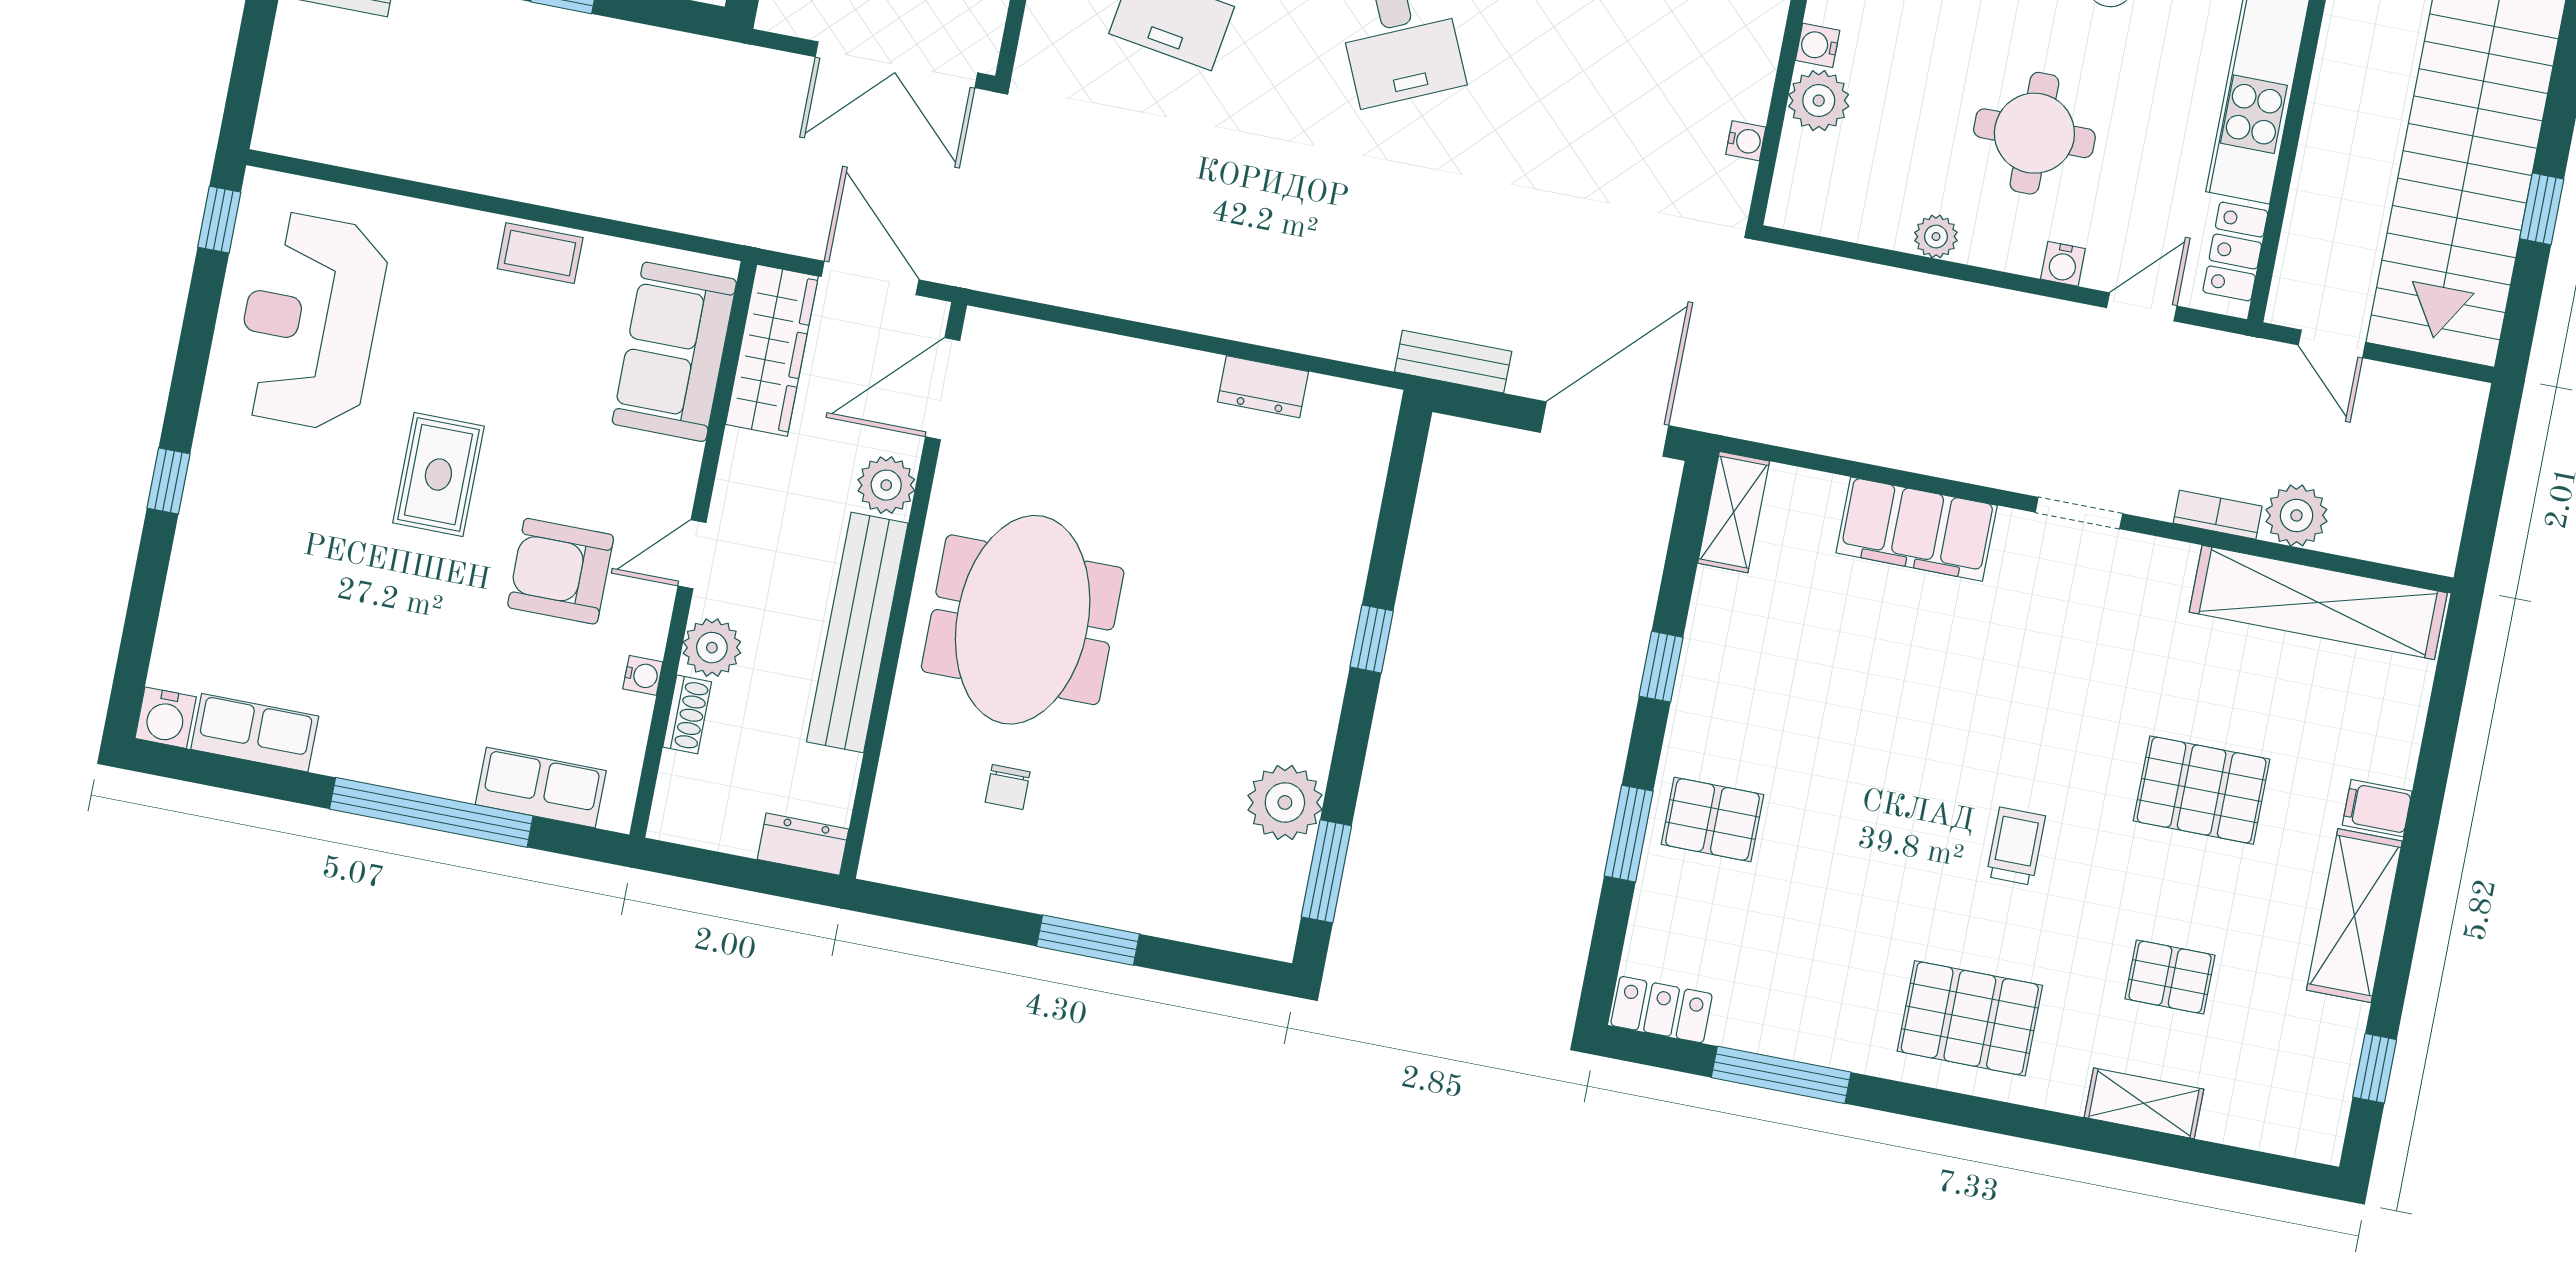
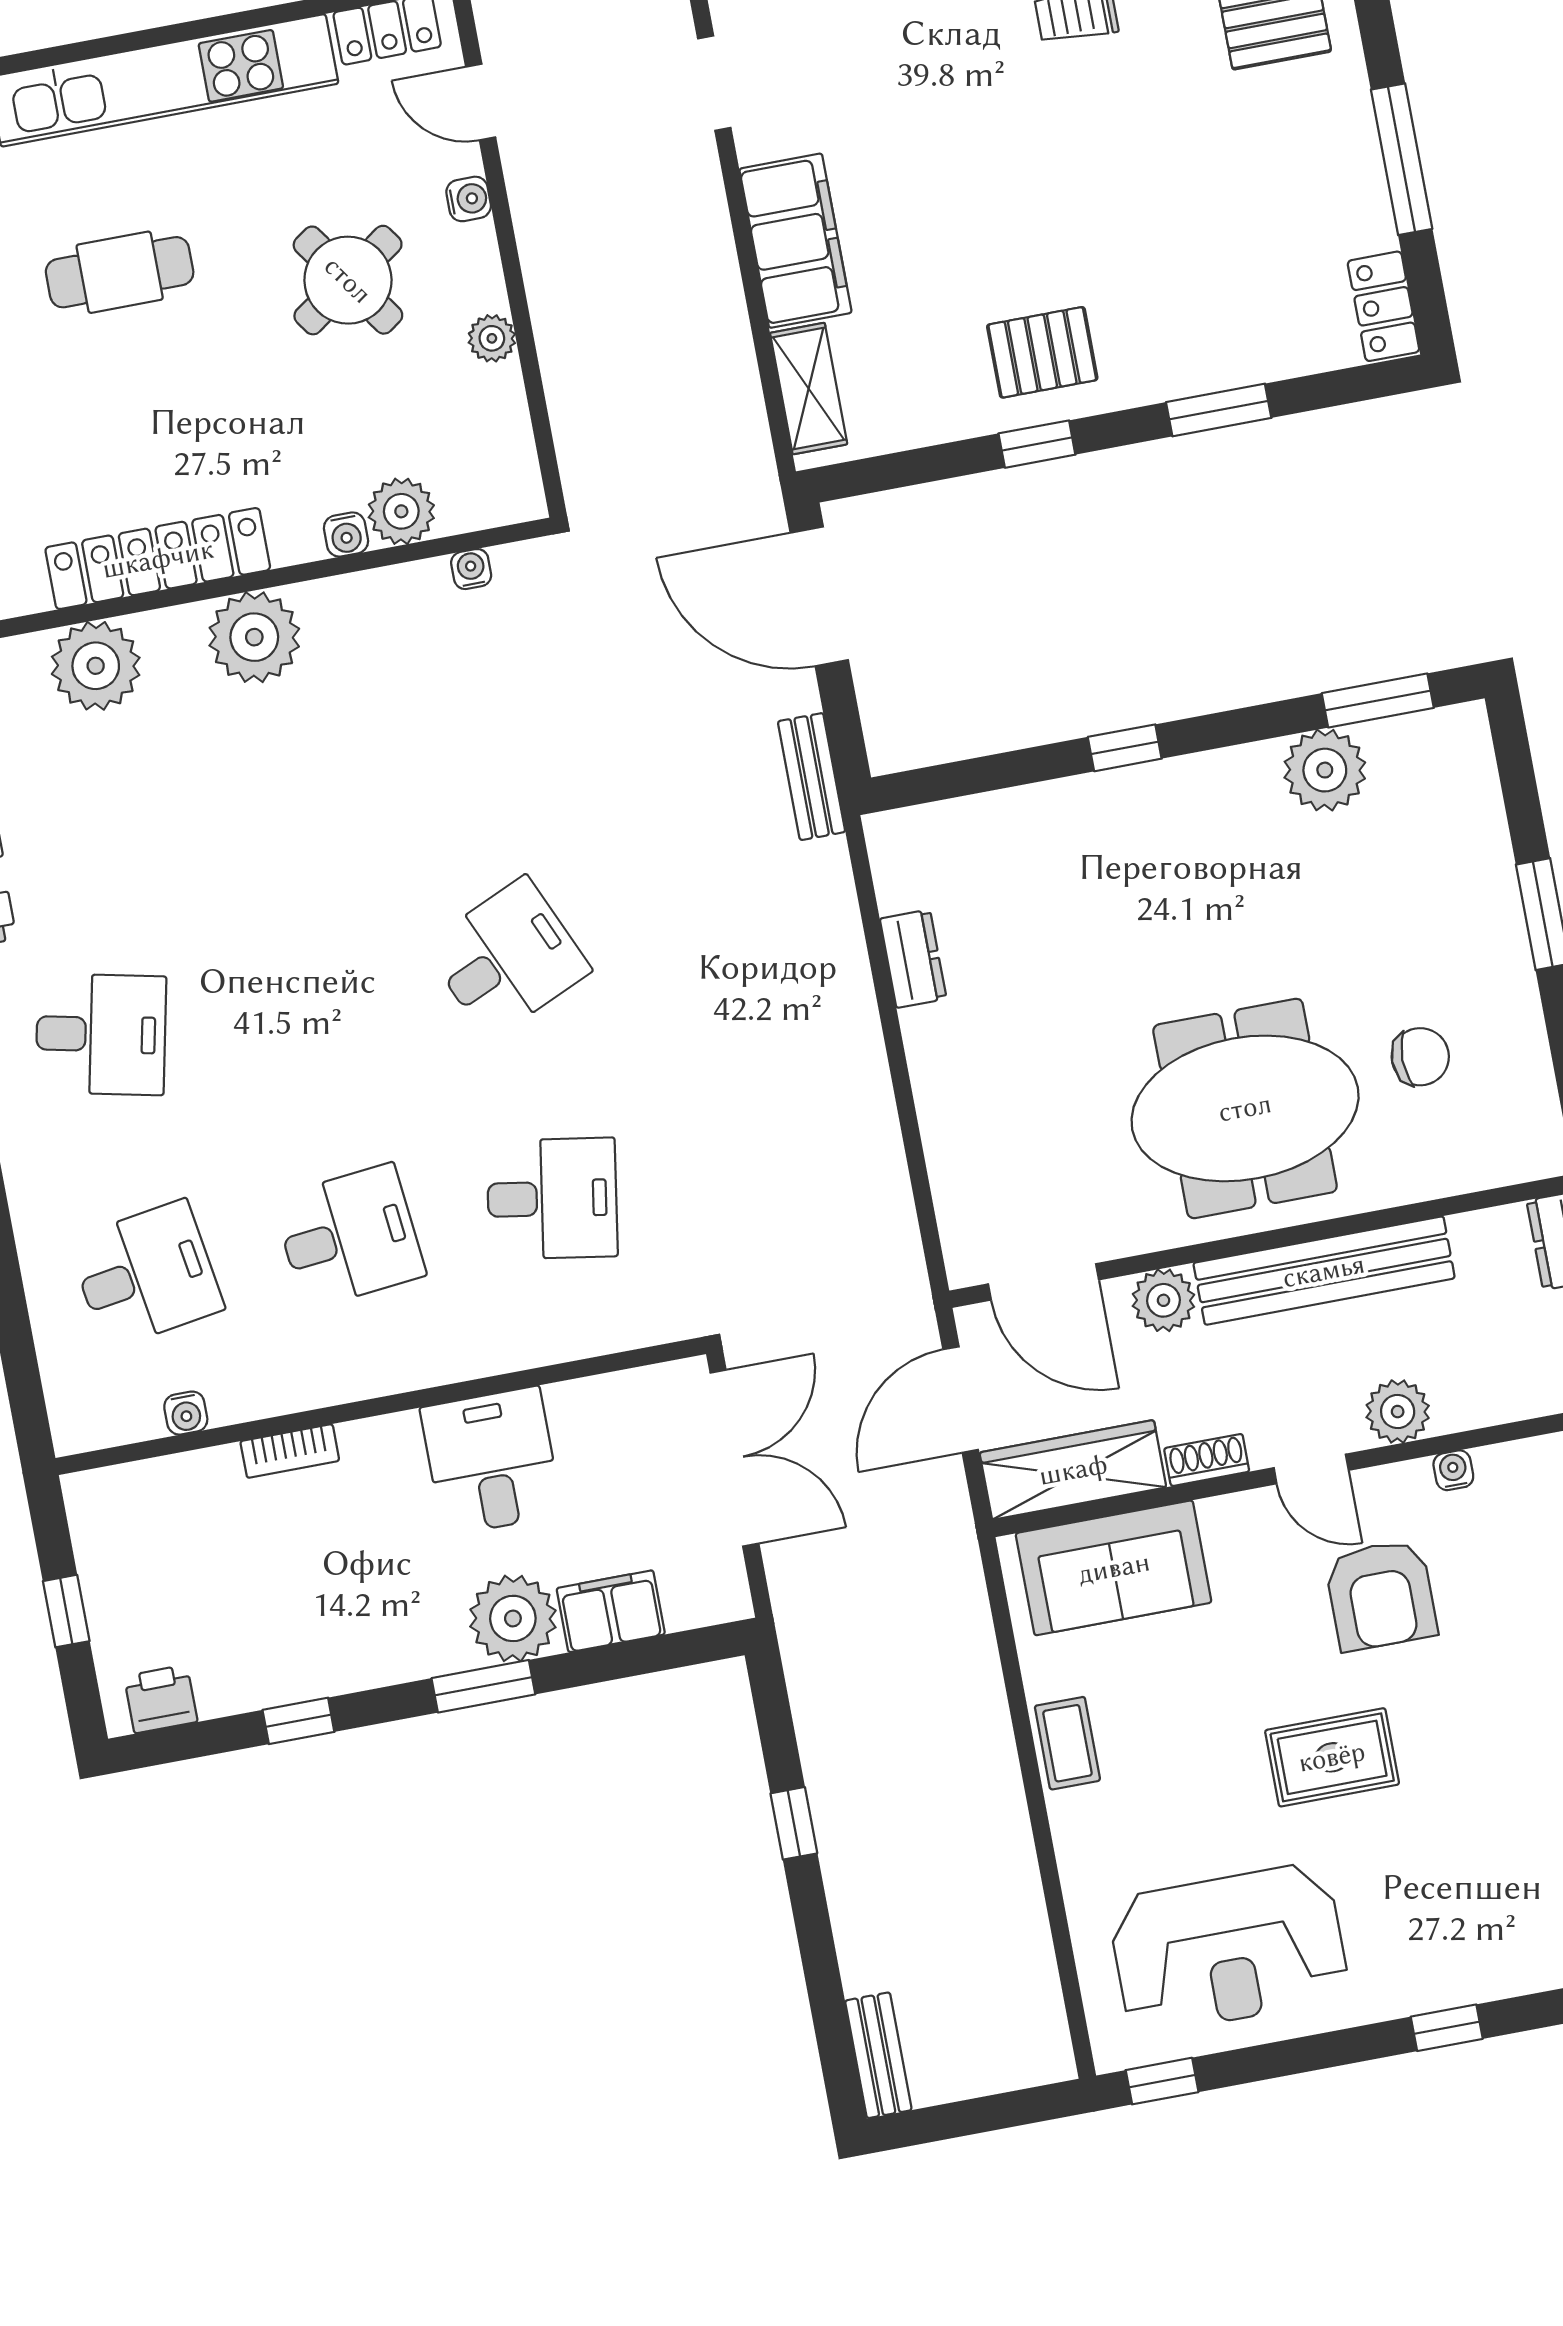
round table: (2034, 133) -> (348, 280), turned -35
shelving: (1734, 512) -> (809, 389), moved, turned 90
shoe rack: (687, 714) -> (1207, 1460), moved
chair: (1008, 787) -> (1420, 1057), width x1.37, depth x1.37
pallet: (1712, 819) -> (1042, 352), moved, turned 90

